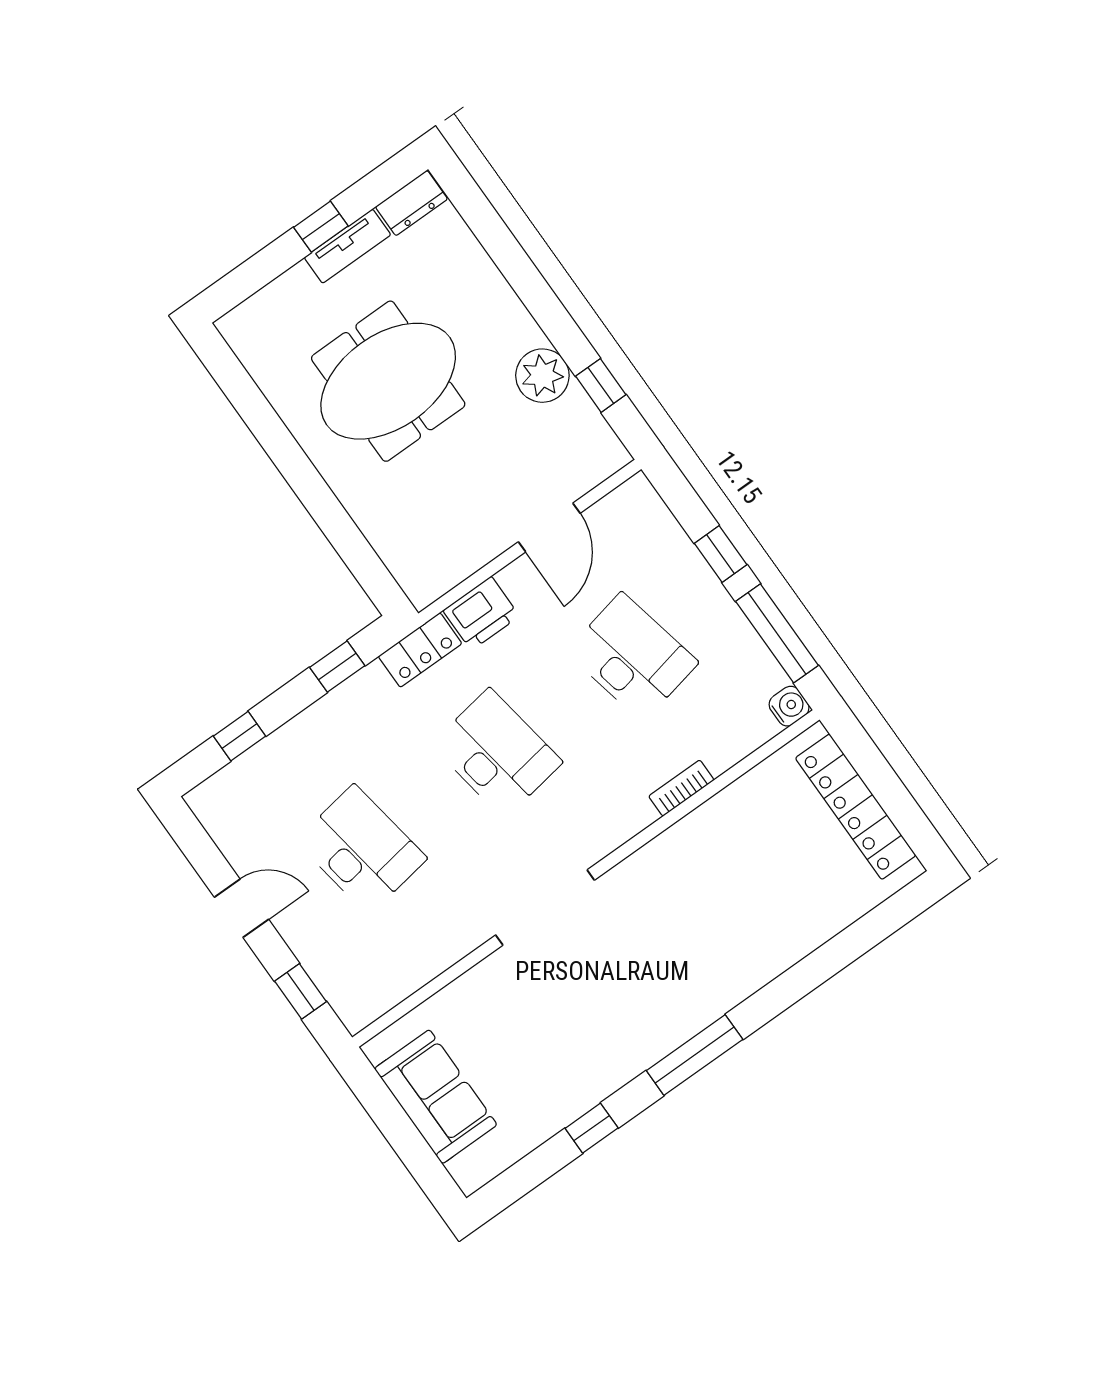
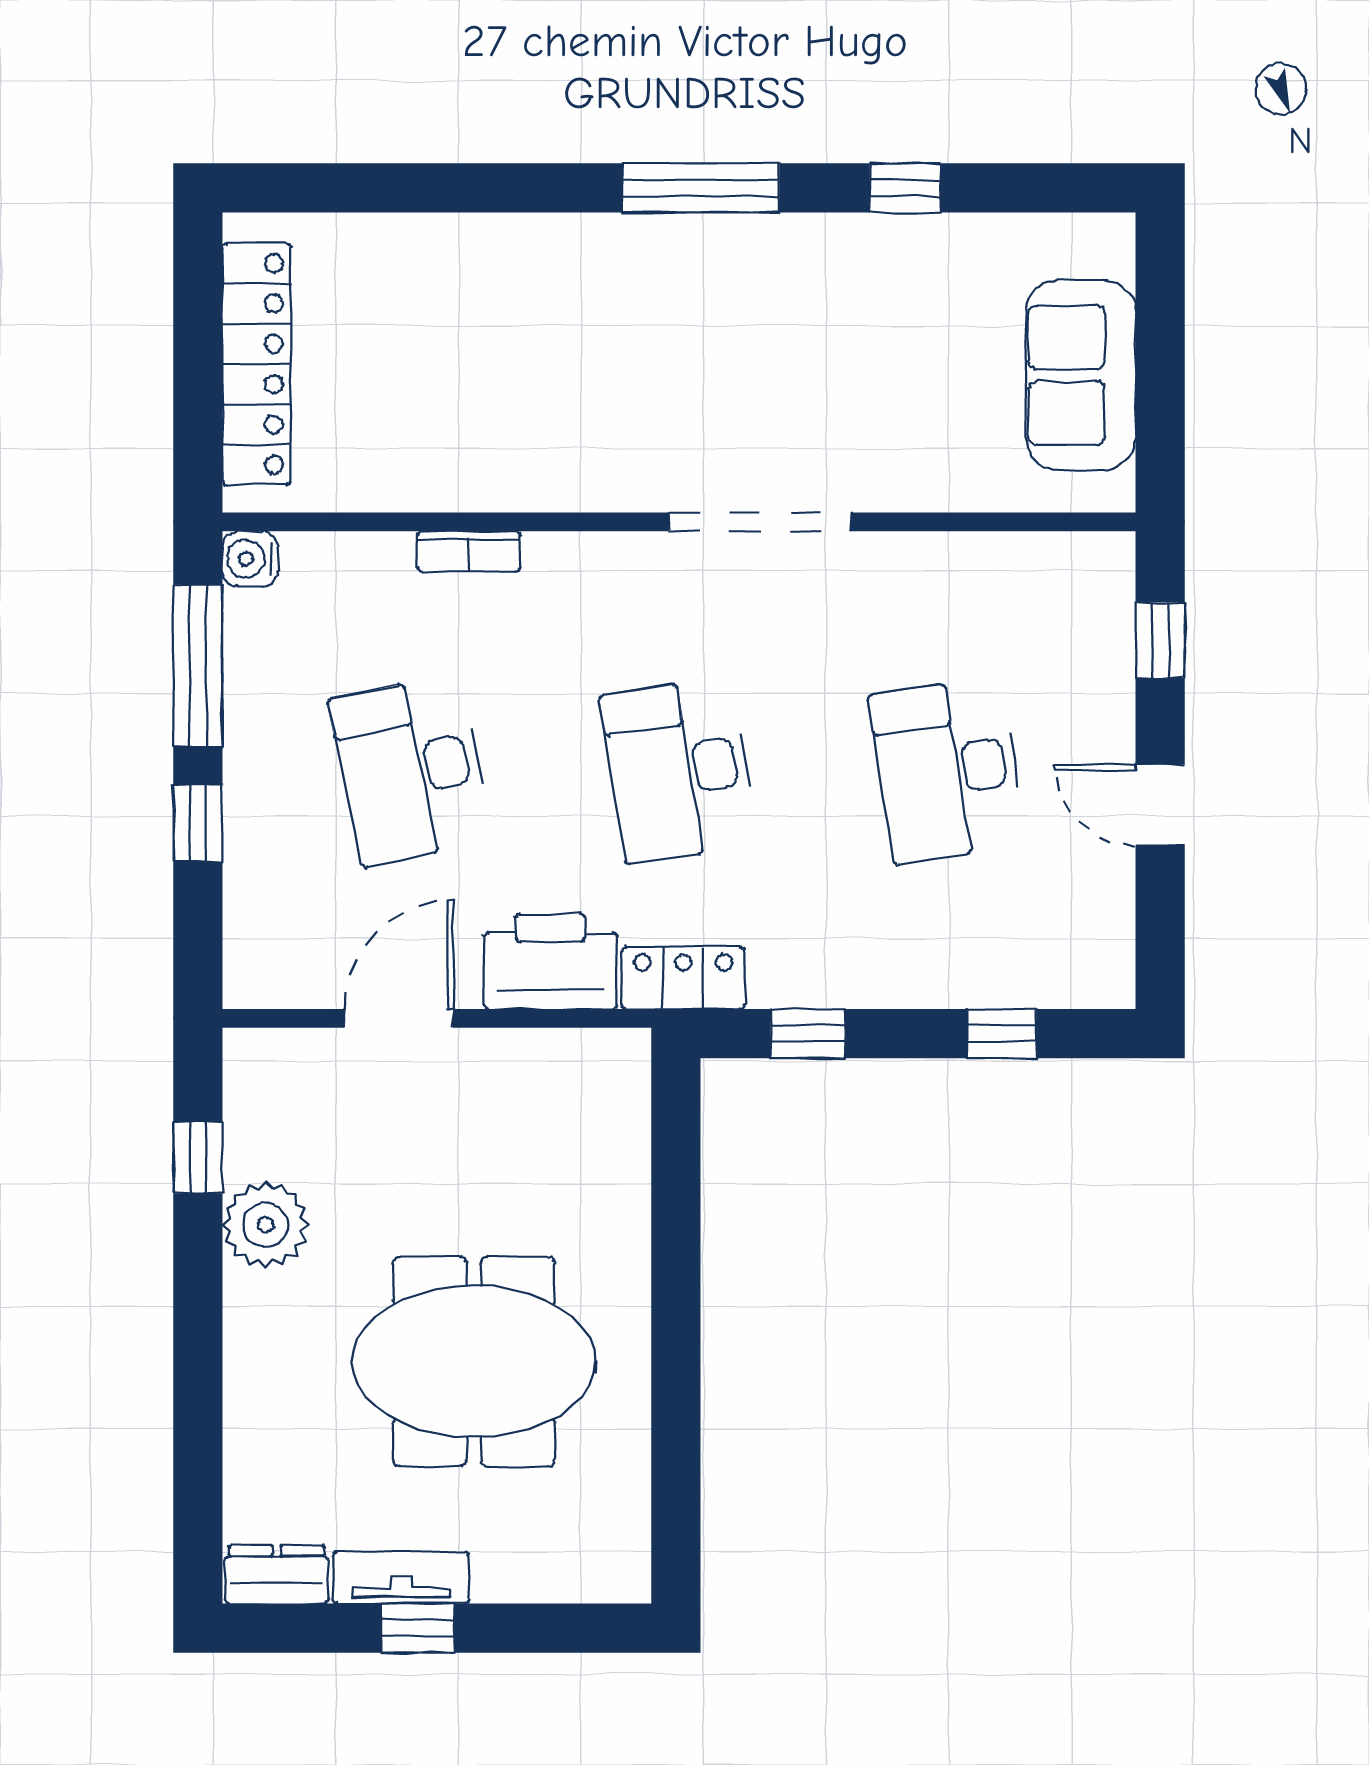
printer: (481, 613) -> (550, 961), width x1.37, depth x1.19

